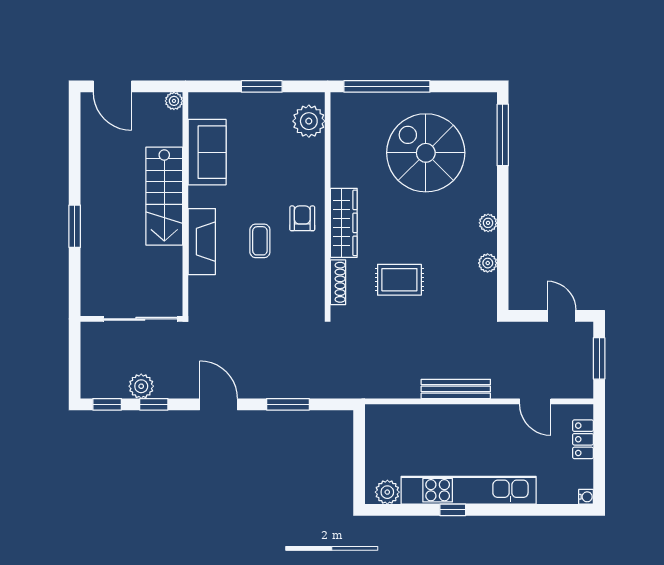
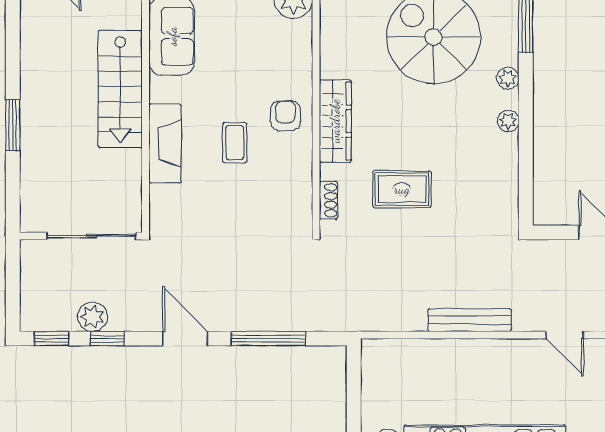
plant: (488, 263) -> (508, 78), moved
shoe rack: (338, 282) -> (328, 200), width x0.70
window: (288, 404) -> (268, 339), width x1.44

